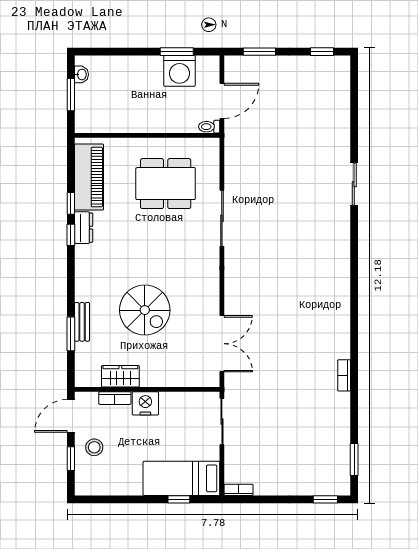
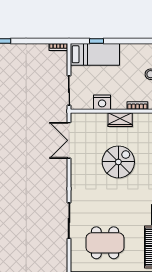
spiral stairs: (145, 310) -> (118, 162), turned 90
wardrobe: (120, 376) -> (120, 120), moved
nightstand: (145, 403) -> (102, 102), moved

